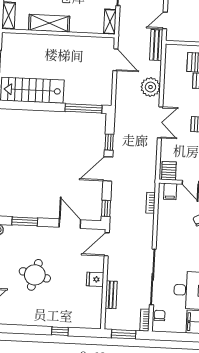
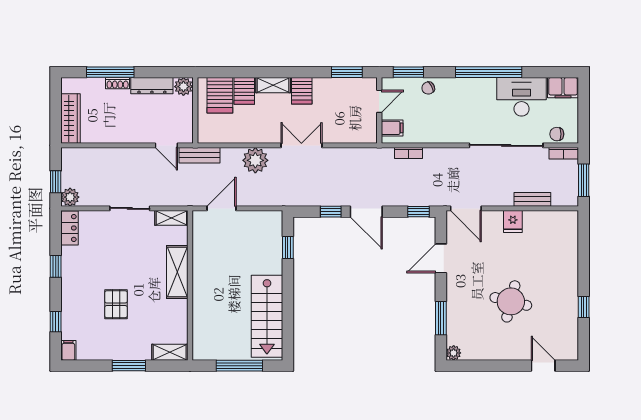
shelving: (49, 23) -> (177, 272), moved
window: (83, 108) -> (288, 248), width x0.46
server rack: (169, 171) -> (365, 131), removed
window: (60, 331) -> (584, 307), moved

